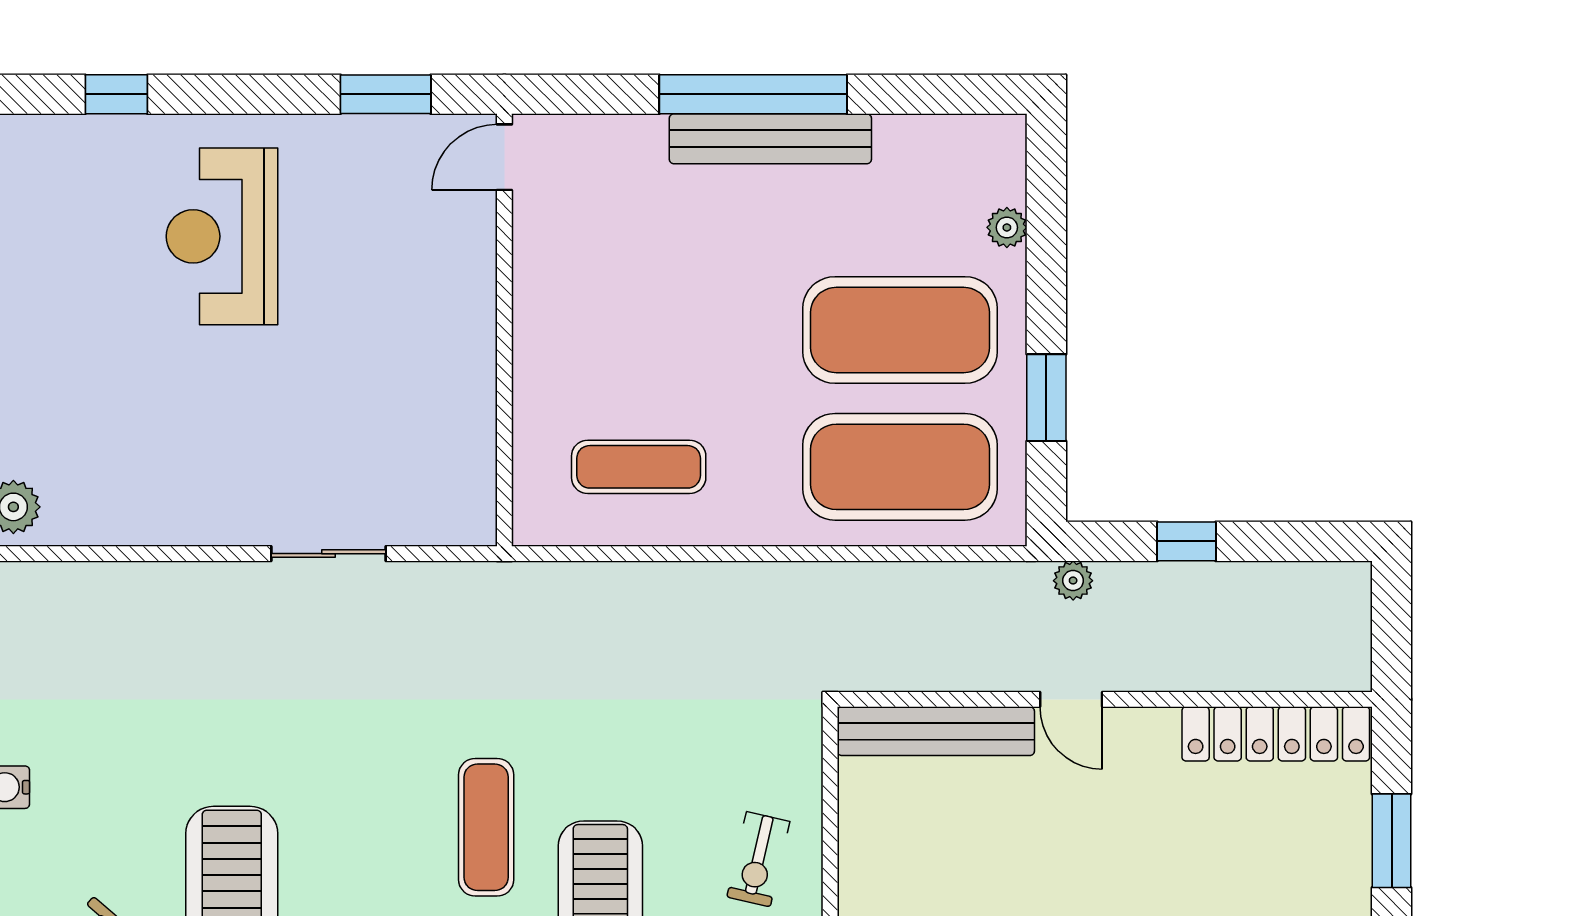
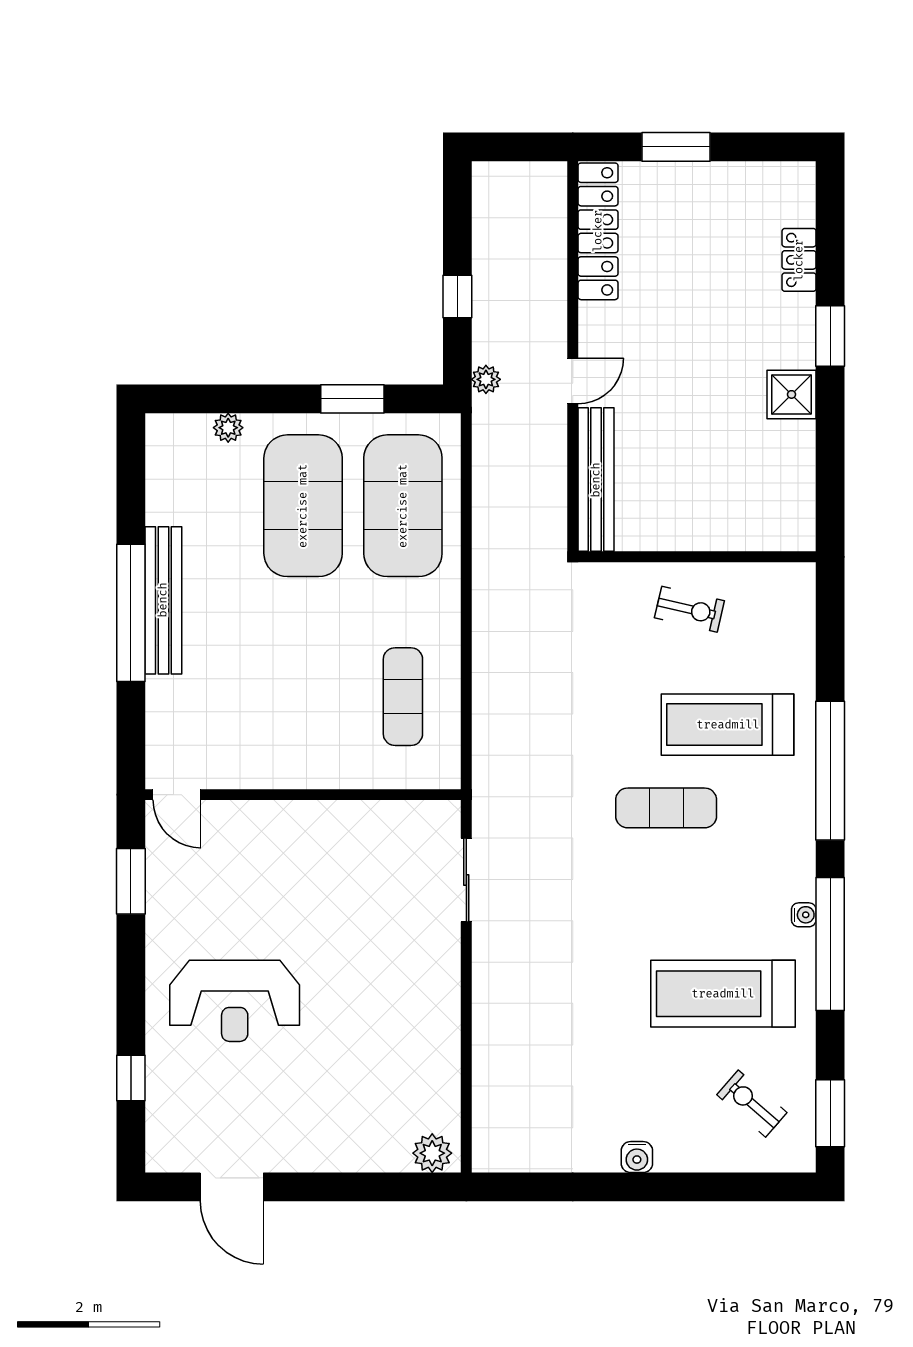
sliding door: (328, 554) -> (466, 880), moved

